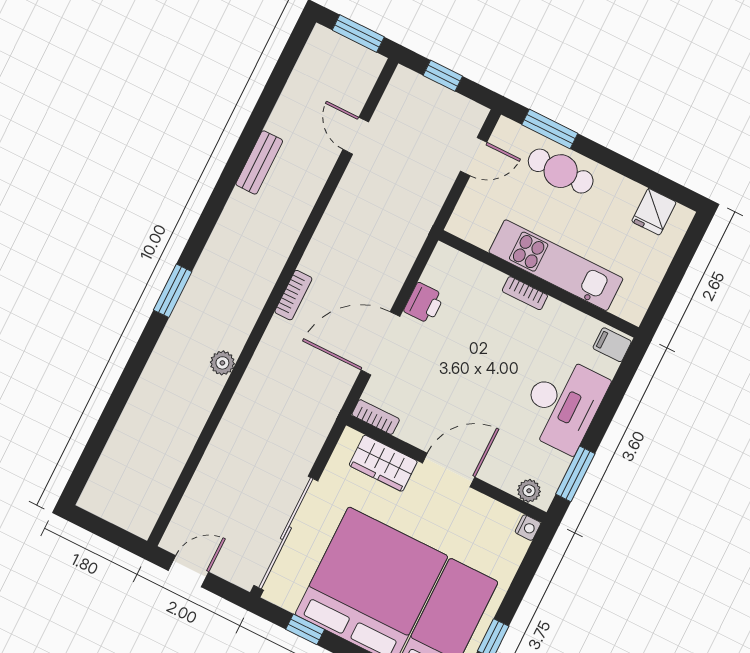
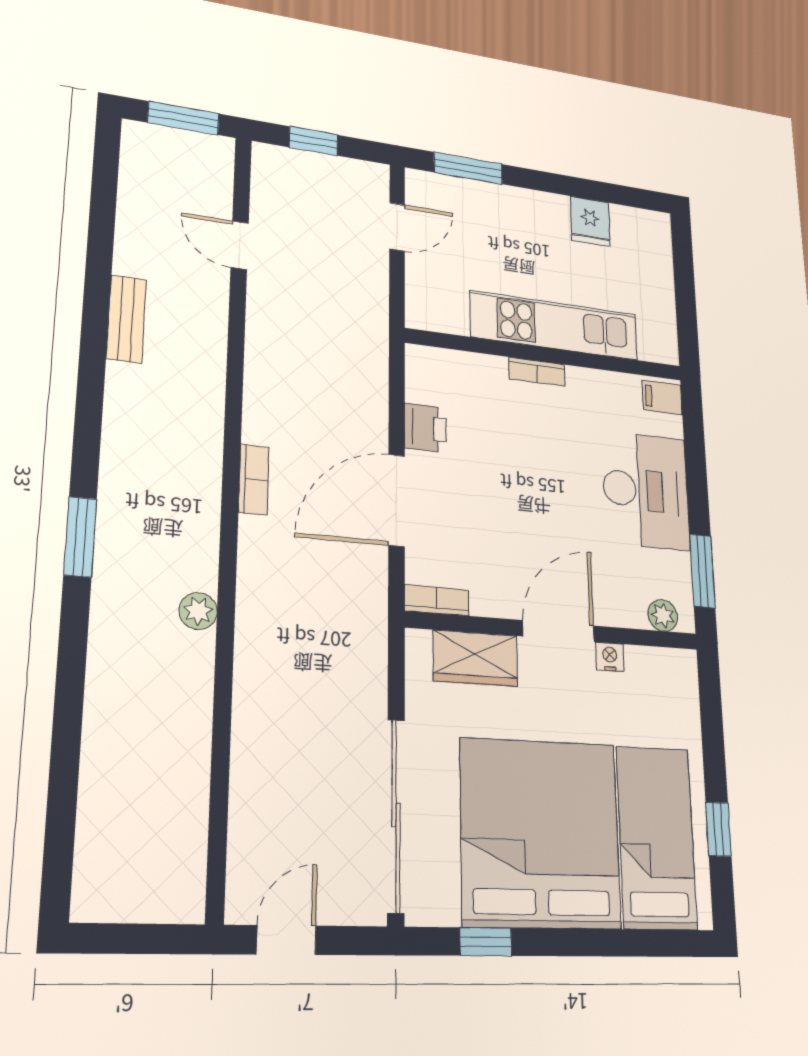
cafe table: (561, 171) -> (505, 213), removed
fridge: (654, 212) -> (590, 221), moved
nightstand: (528, 528) -> (610, 657), moved, turned -90

